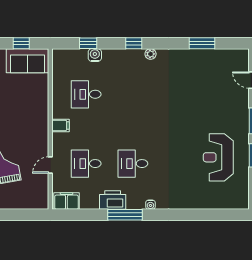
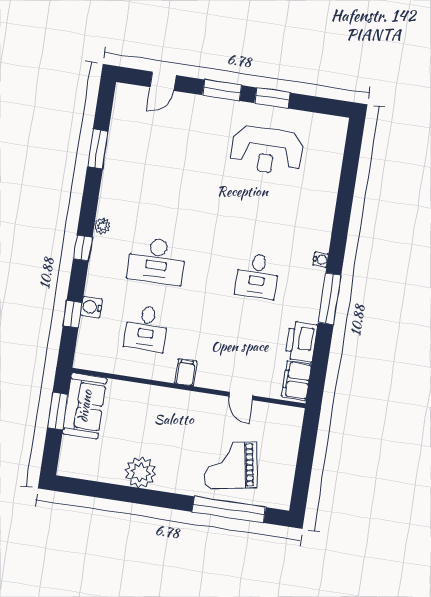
window: (21, 43) -> (58, 411), width x1.50
desk: (86, 164) -> (157, 261), moved, width x1.37
printer: (113, 200) -> (301, 342), moved

